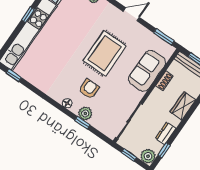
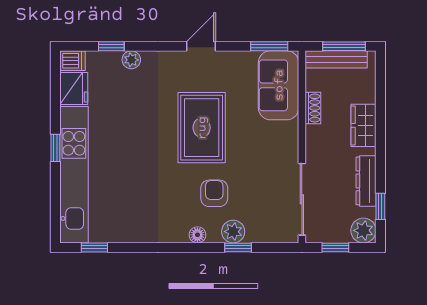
sofa: (147, 71) -> (279, 85), moved
dresser: (166, 133) -> (366, 181), width x1.44

